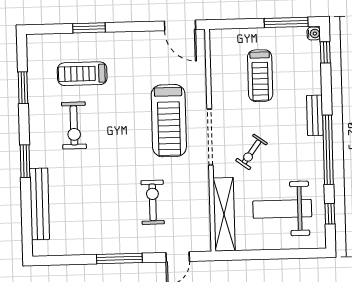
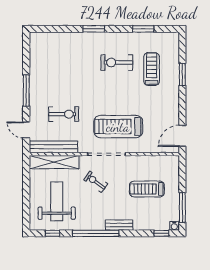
bench: (40, 204) -> (53, 147), moved

